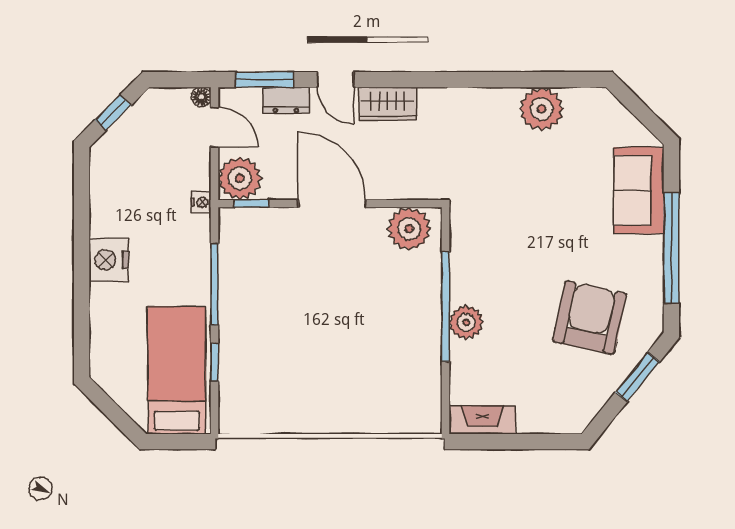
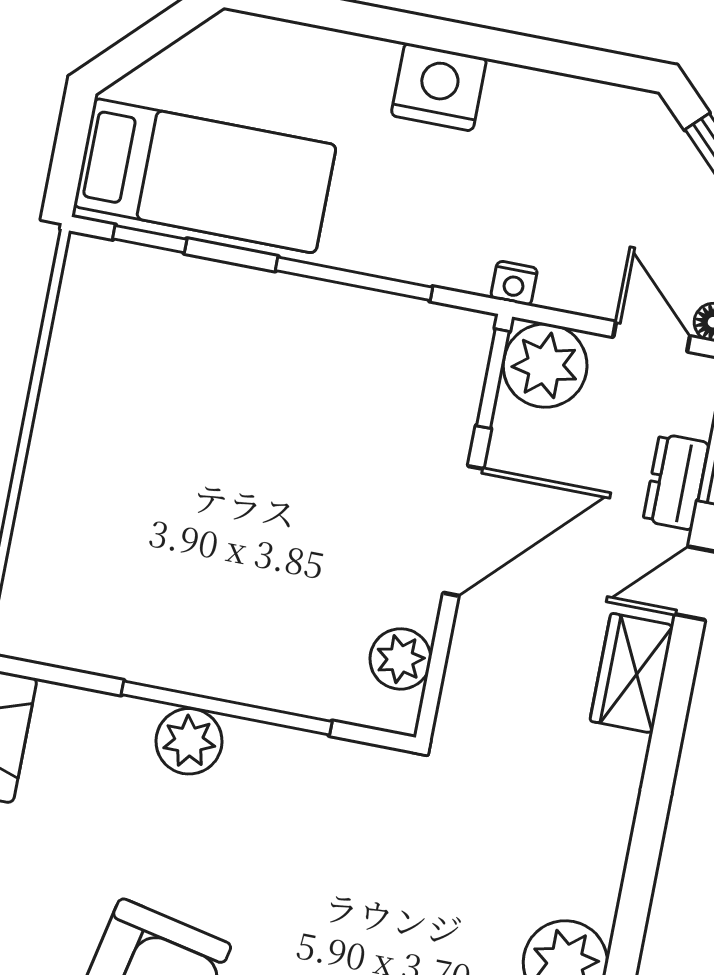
door: (214, 127) -> (652, 337), swing flipped
window: (252, 204) -> (493, 379), width x1.50
plant: (409, 229) -> (400, 659), width x0.73, depth x0.73
window: (214, 362) -> (150, 239), moved

